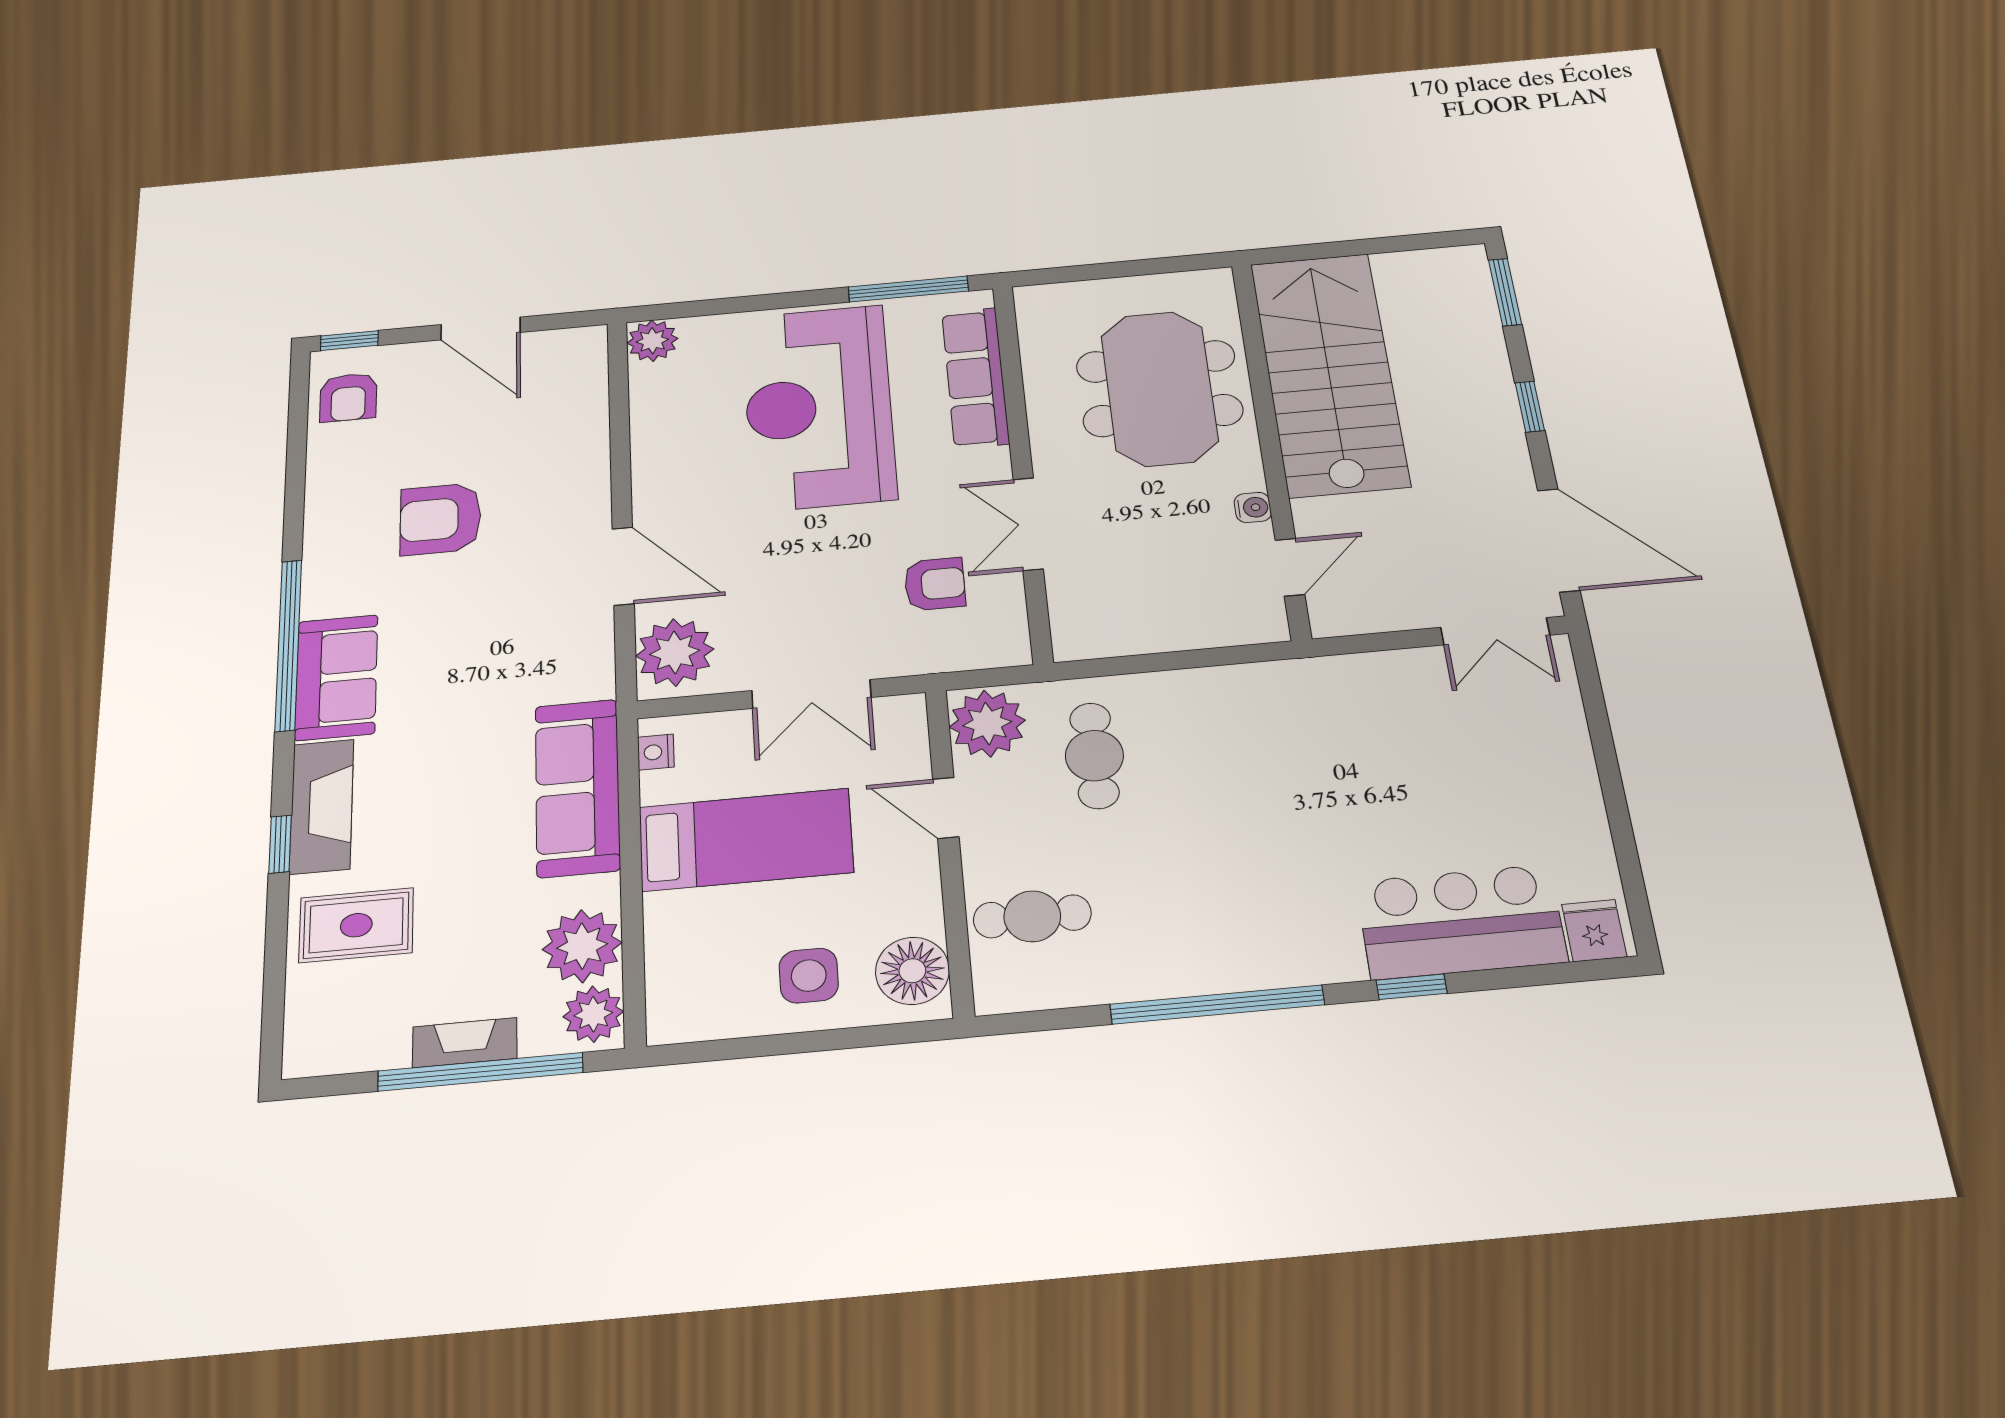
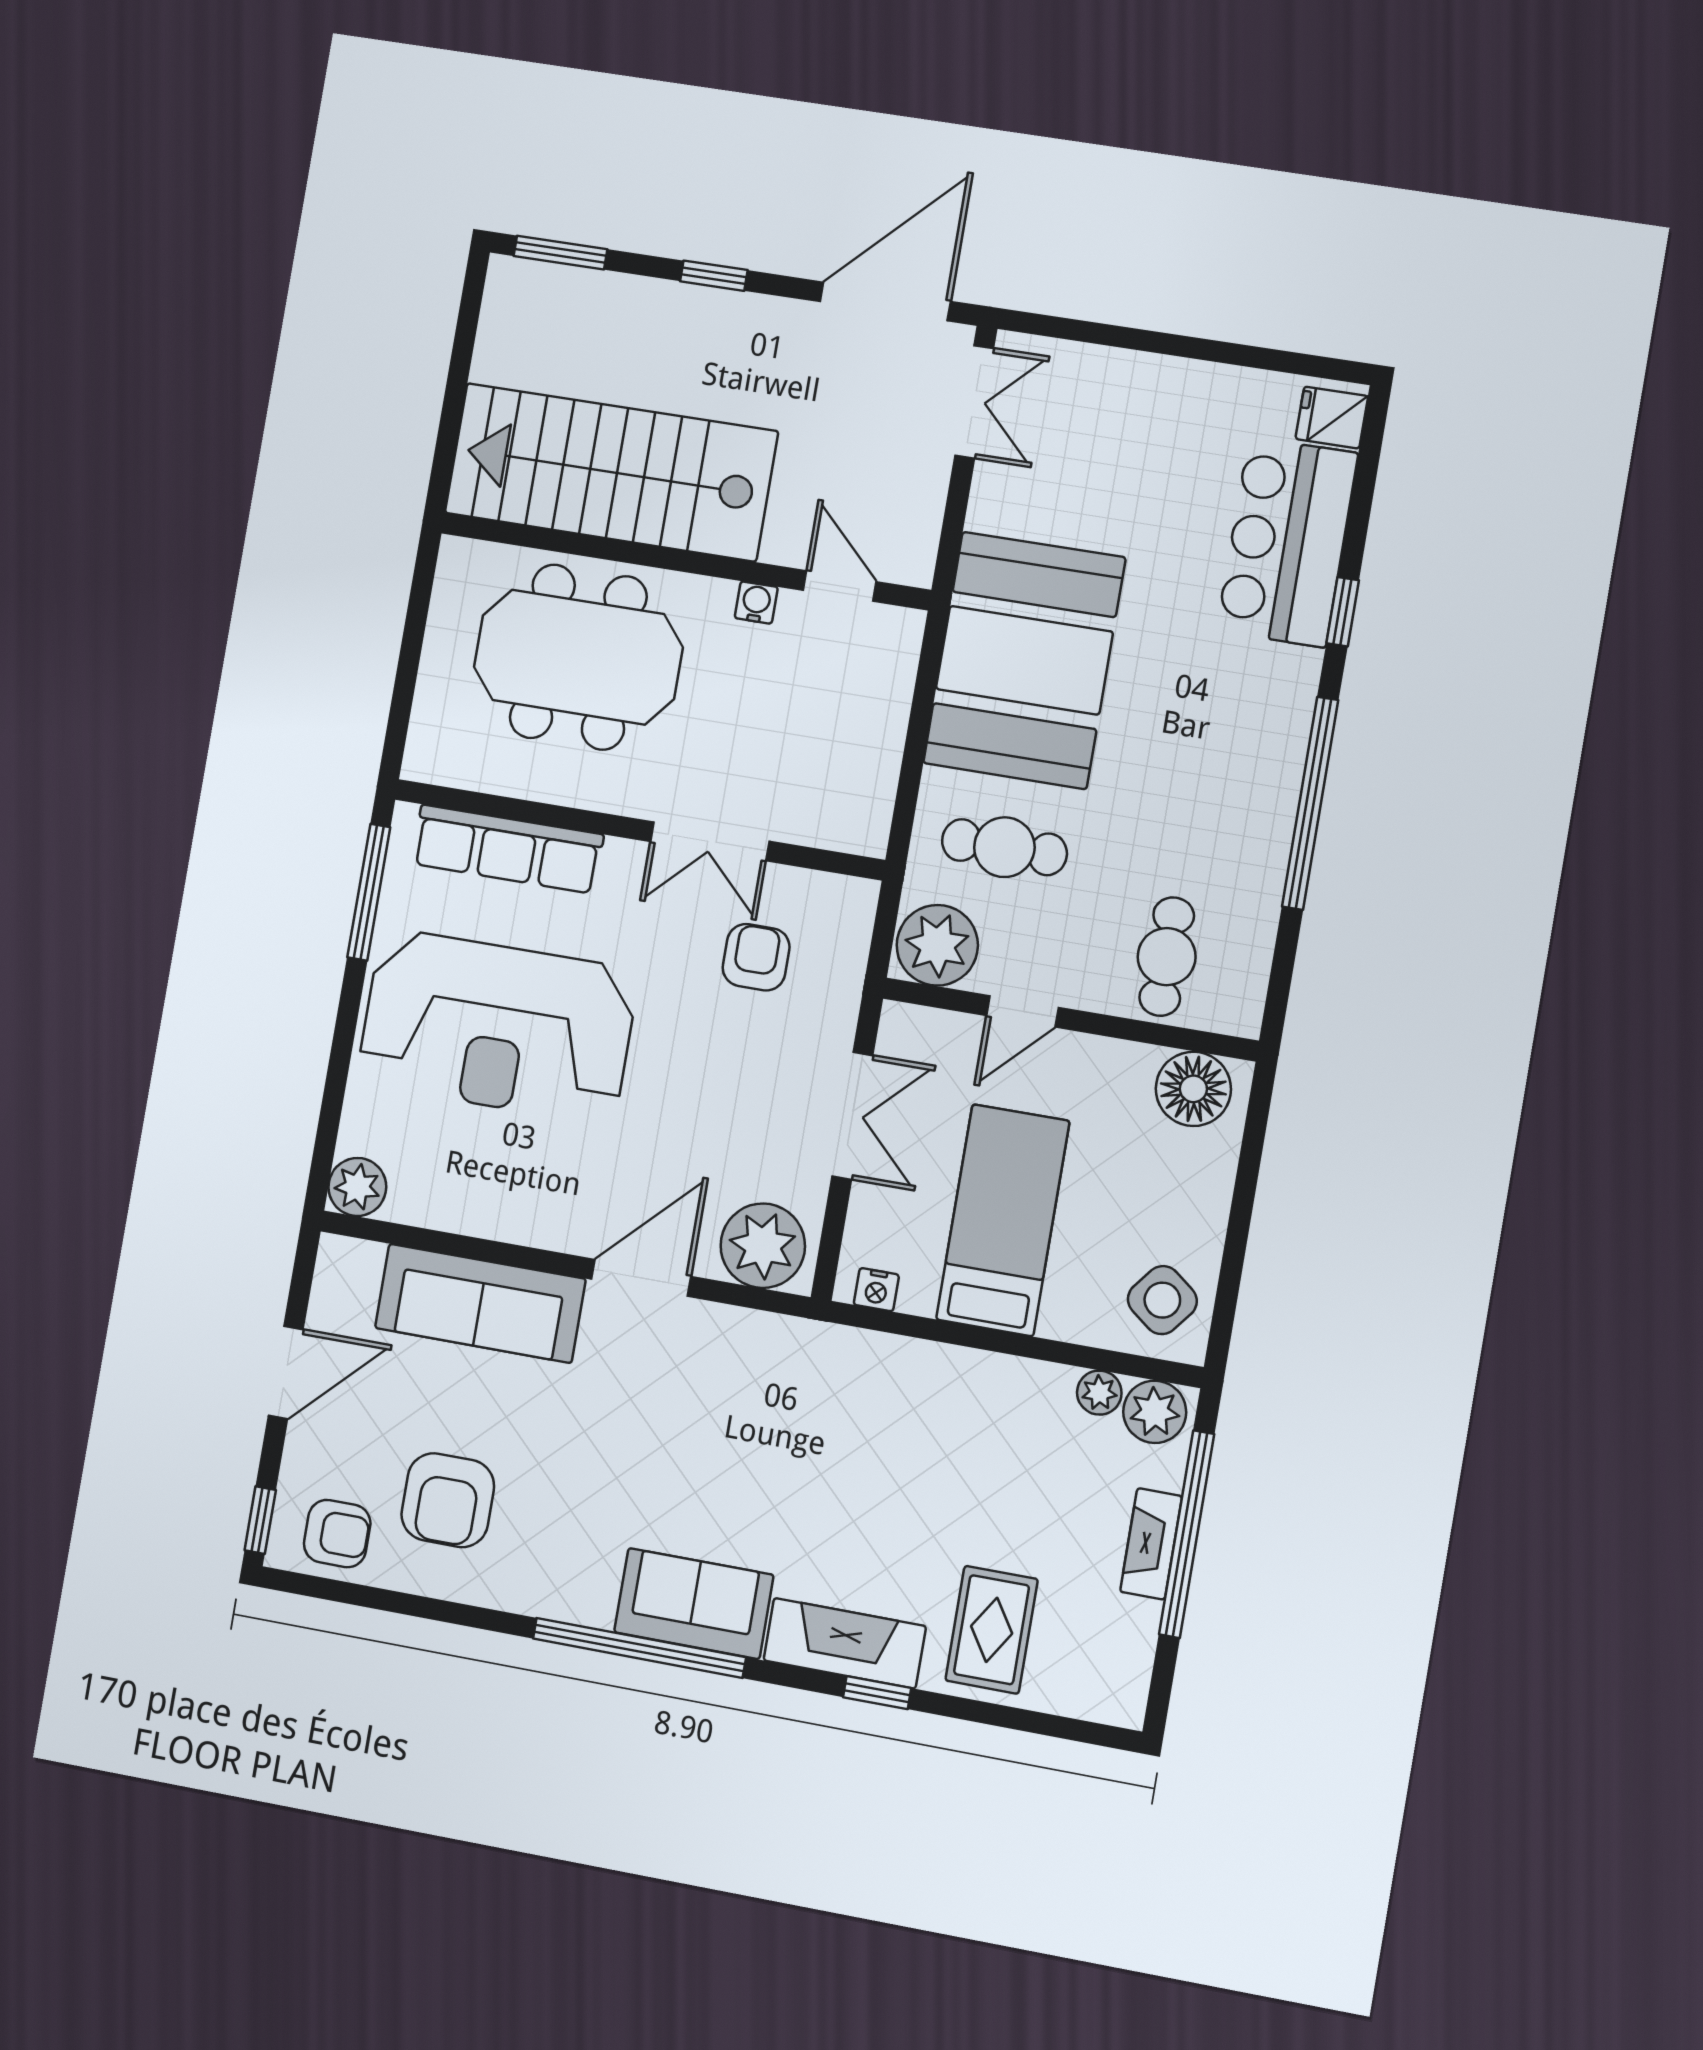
armchair: (440, 519) -> (448, 1500), moved
booth: (1273, 729) -> (1024, 660), added
sofa: (577, 788) -> (480, 1303), moved
plant: (582, 946) -> (1099, 1393), width x0.53, depth x0.53
side table: (809, 976) -> (1162, 1300), moved, turned 38

